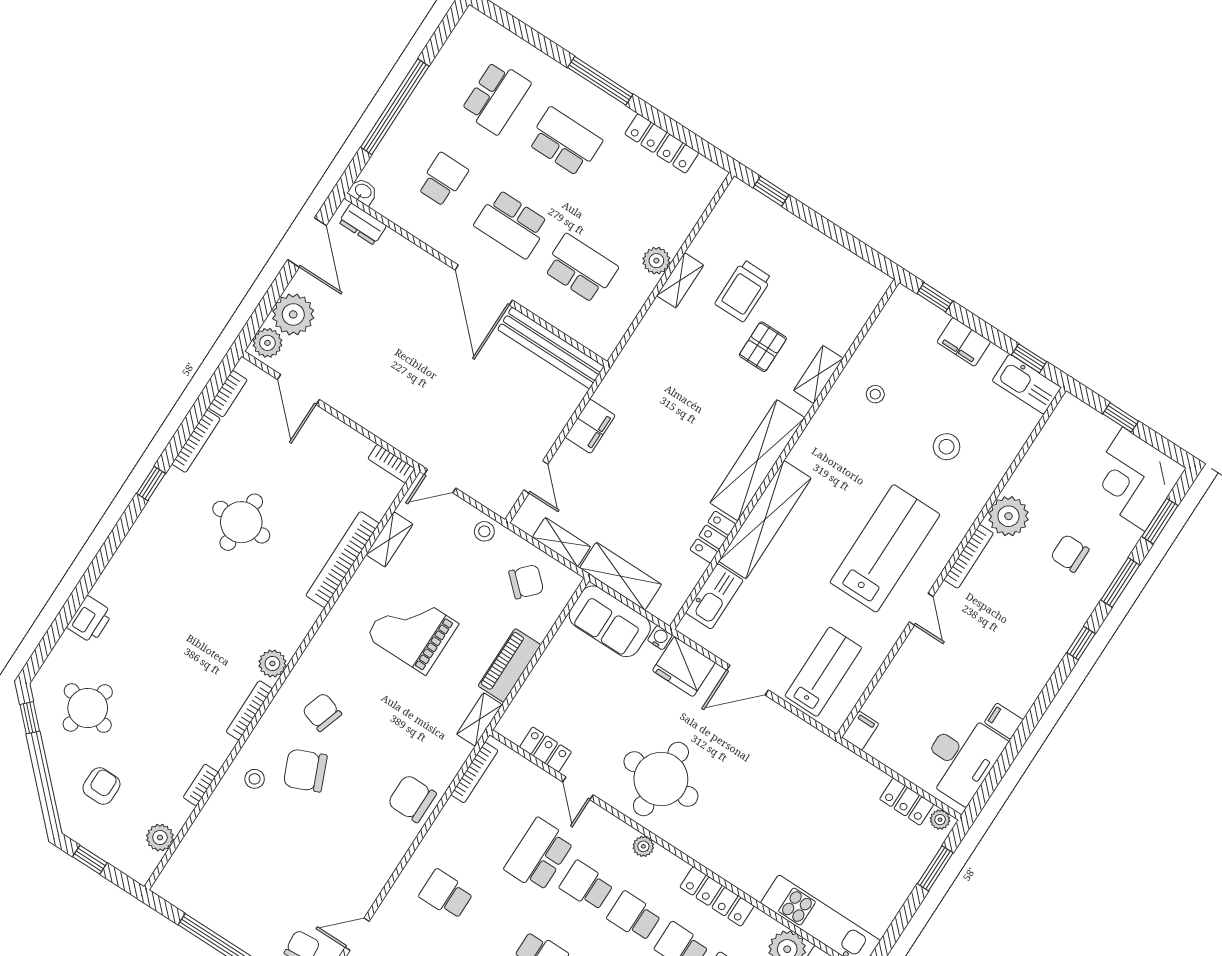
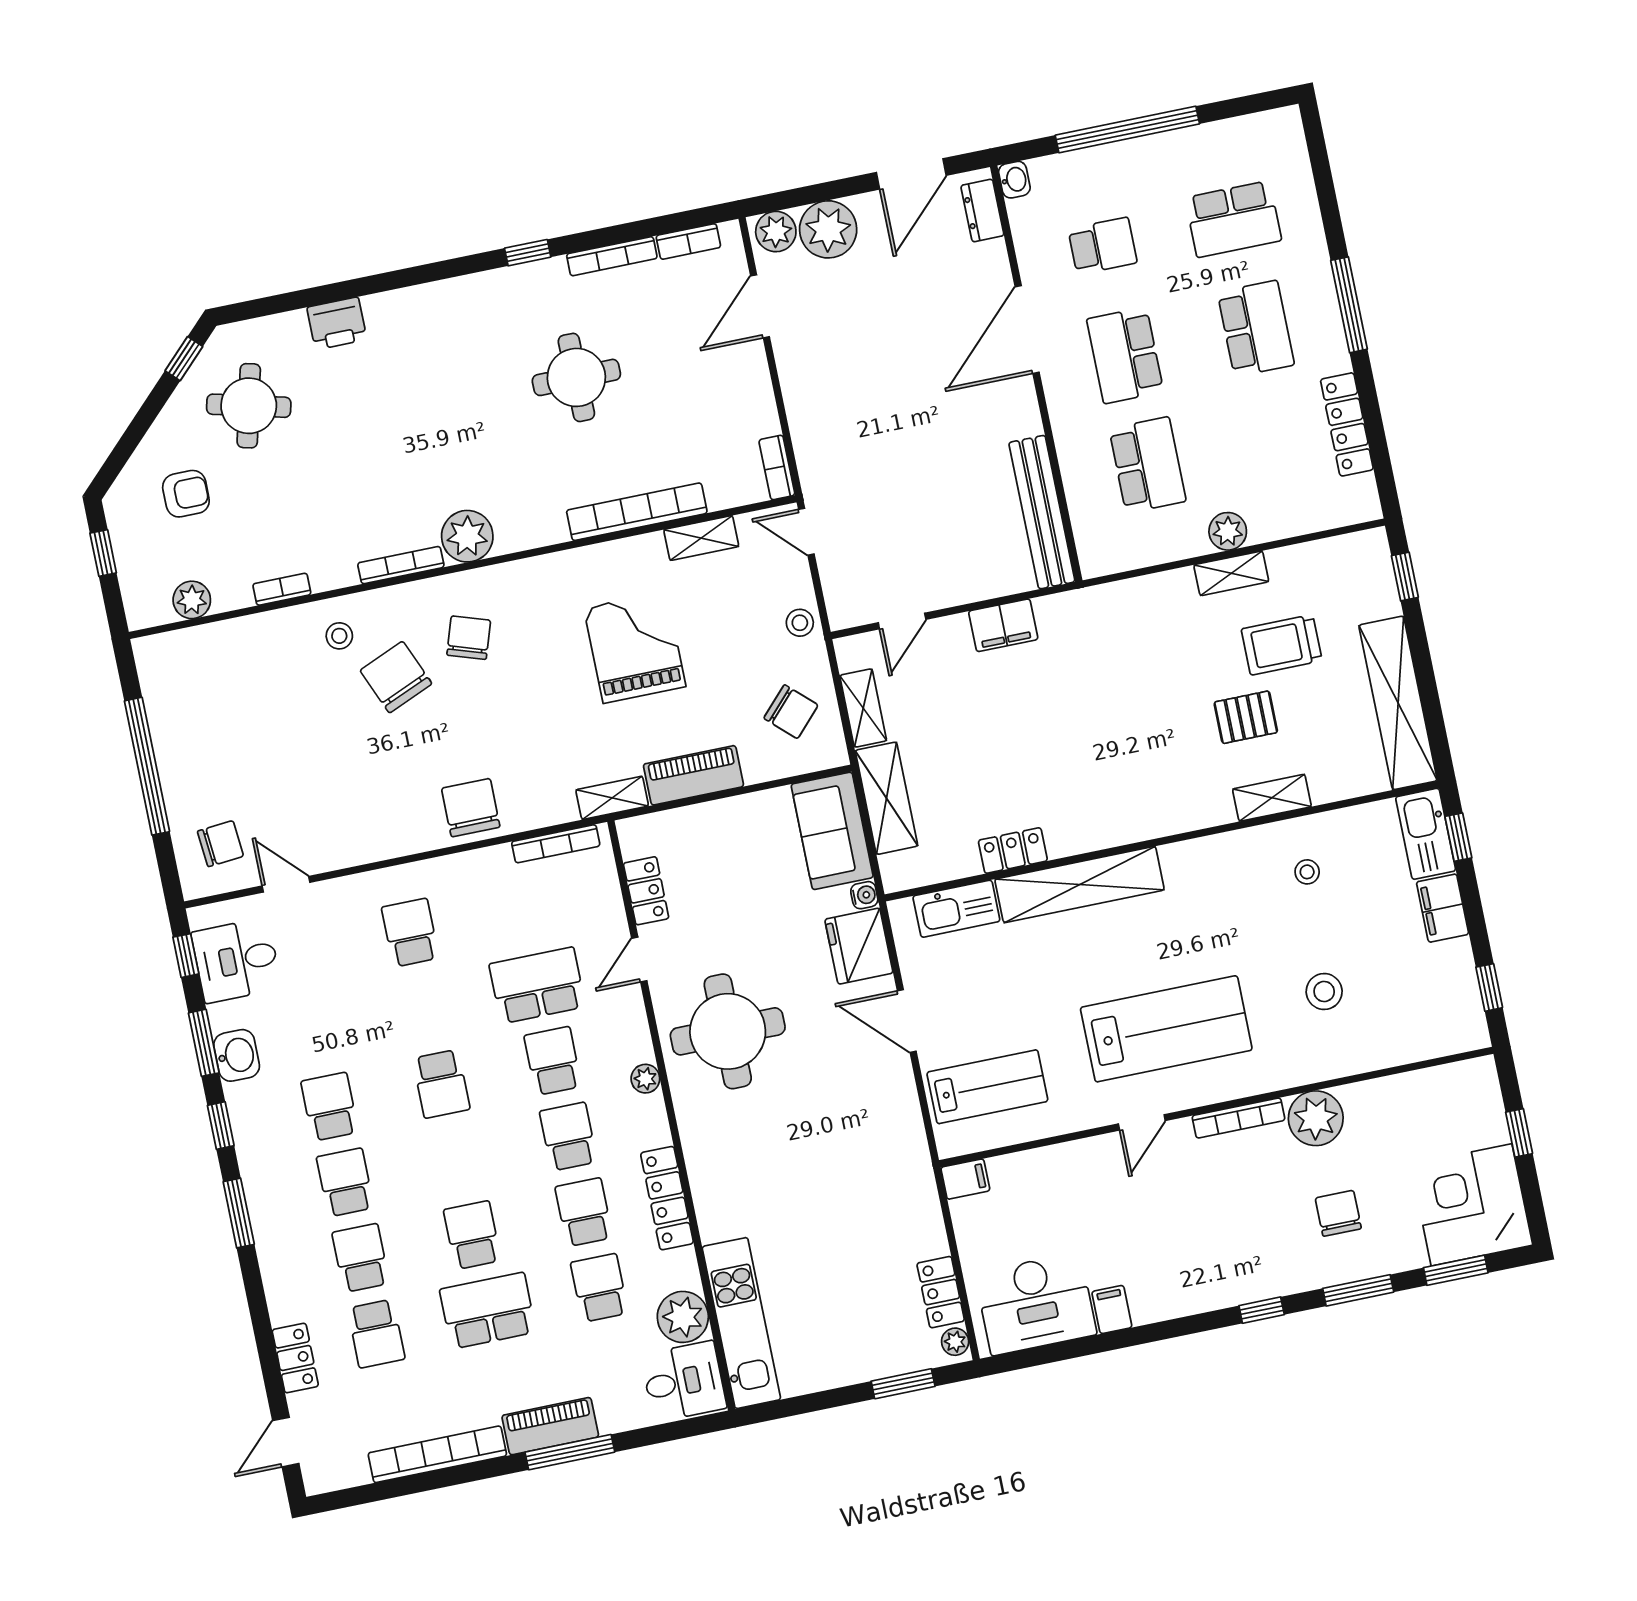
door: (484, 285) -> (1027, 329), moved
kitchen sink: (1027, 384) -> (1426, 834), moved
shelving: (757, 460) -> (1398, 703), moved, turned 90
plant: (272, 663) -> (467, 536), width x1.36, depth x1.36

